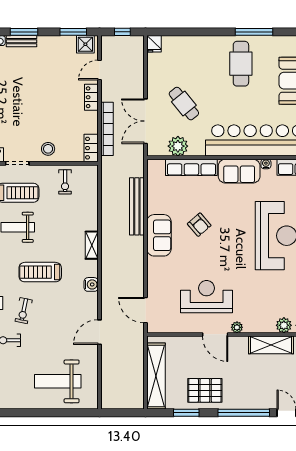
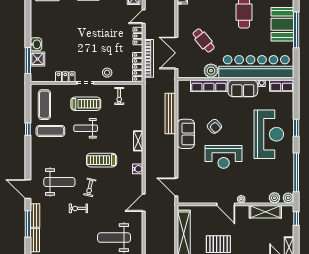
plant: (178, 146) -> (211, 71), moved
locker: (91, 148) -> (138, 67), width x1.53
reception desk: (207, 297) -> (224, 157), moved, turned 180

